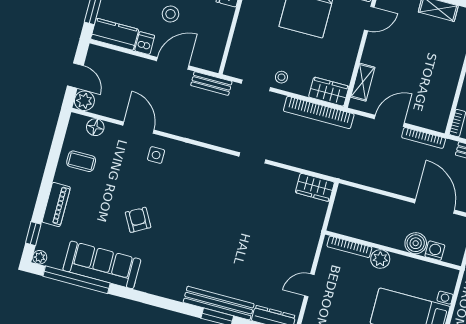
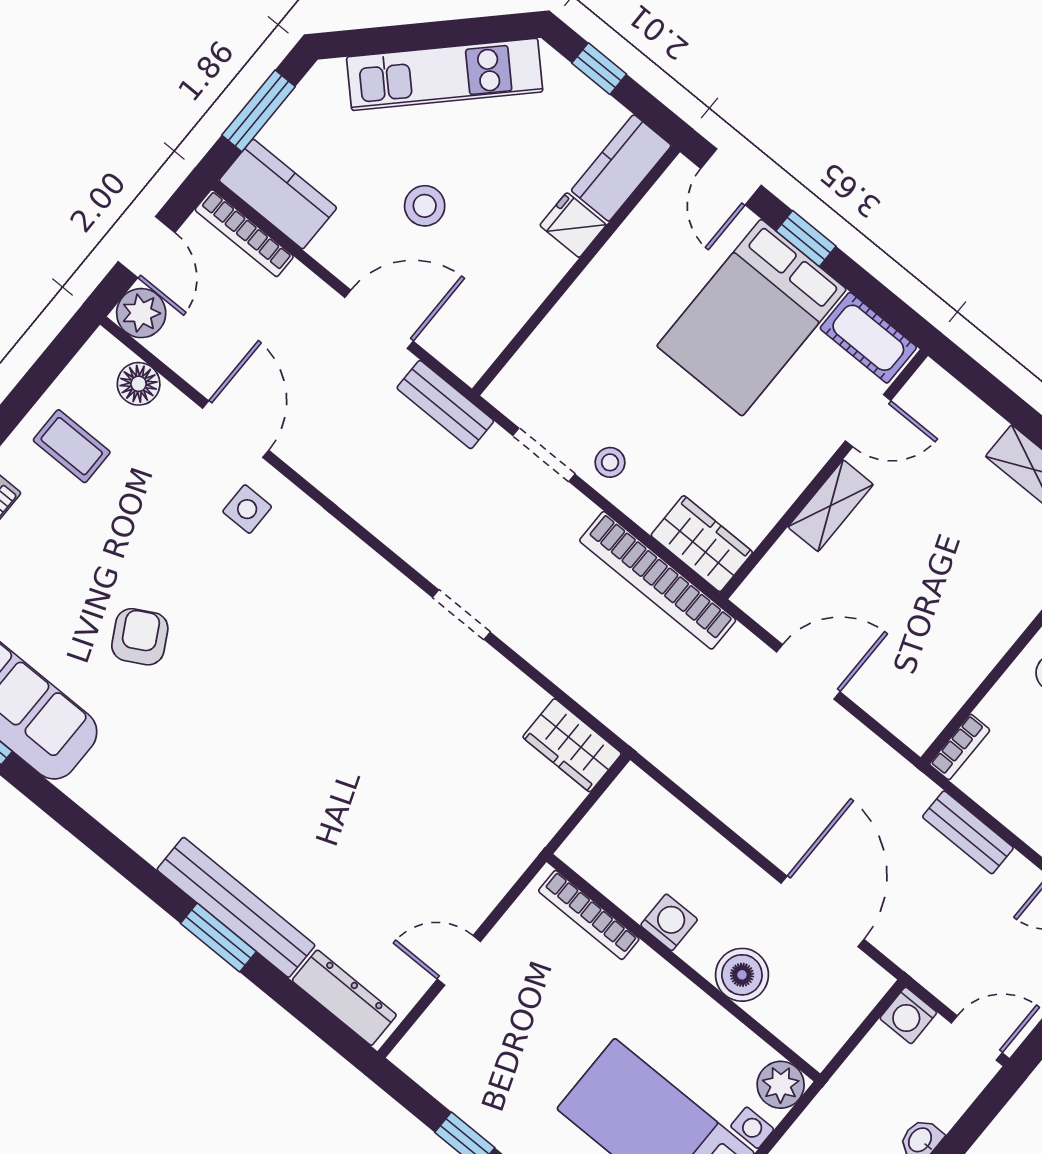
dishwasher: (145, 43) -> (336, 245), removed
shelving: (363, 82) -> (831, 506), moved
bookcase: (424, 138) -> (244, 233), moved
washing machine: (435, 251) -> (669, 922), moved
plant: (380, 259) -> (781, 1085), moved

